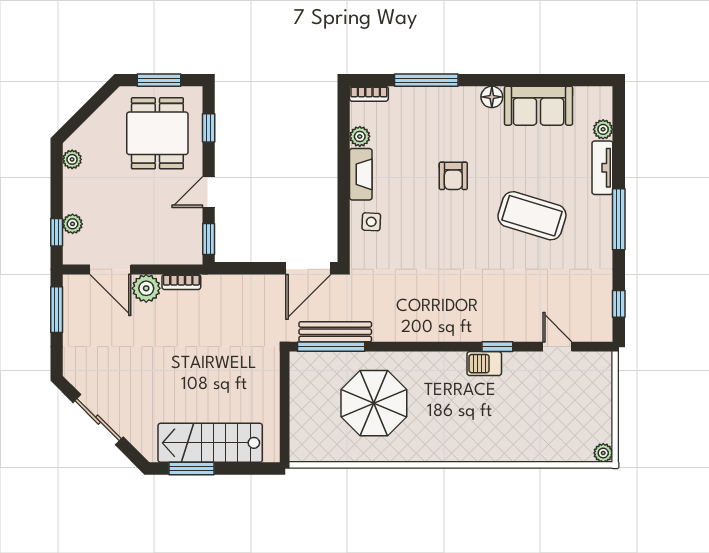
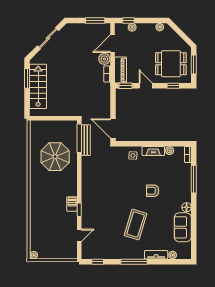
piano: (172, 251) -> (120, 70), added

